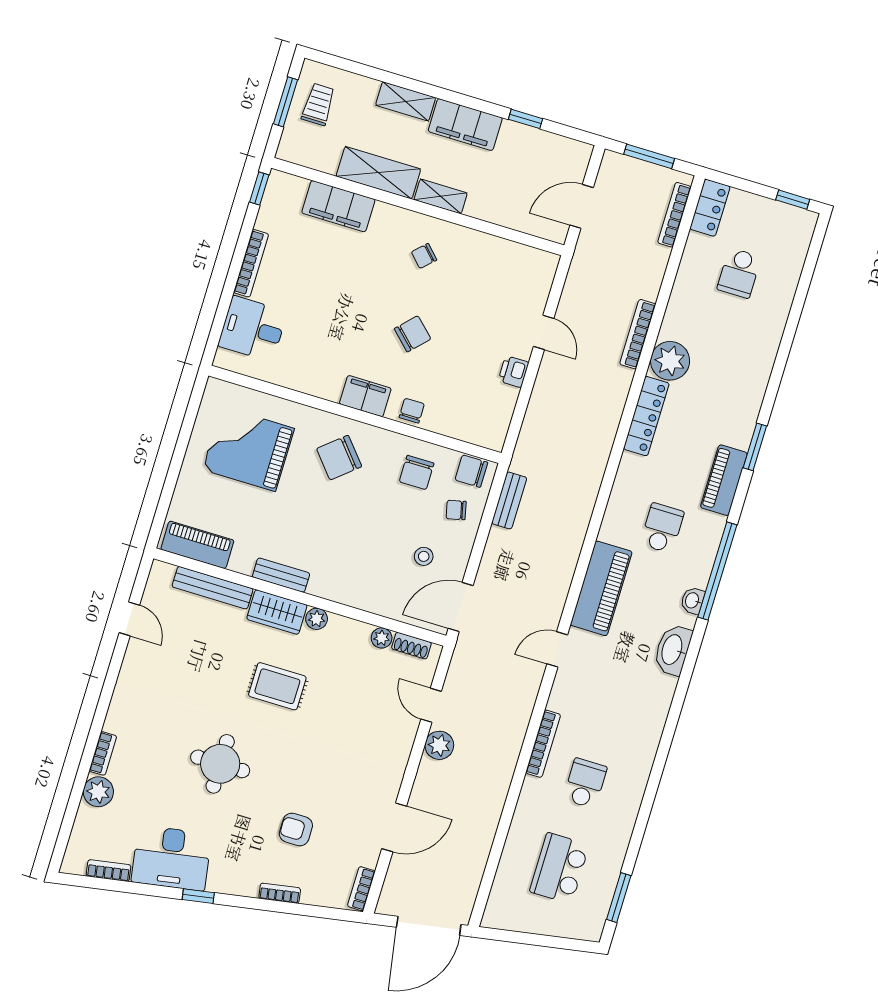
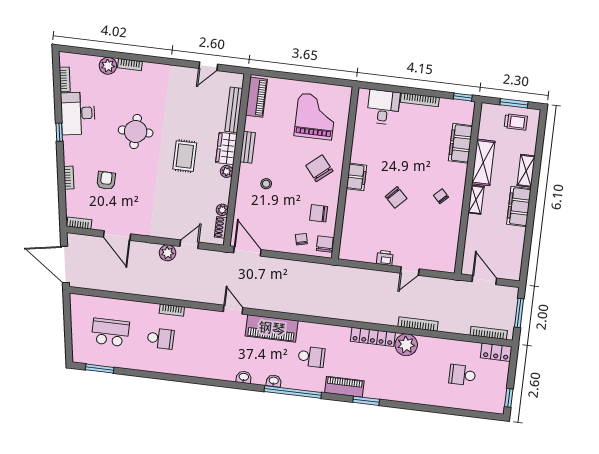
window: (525, 119) -> (528, 240), removed
chair: (412, 411) -> (353, 204), removed
bench: (509, 500) -> (312, 268), removed
stool: (424, 556) -> (266, 184), moved
washbasin: (673, 650) -> (244, 377), width x0.52, depth x0.69
bookcase: (543, 744) -> (172, 310), width x0.64

